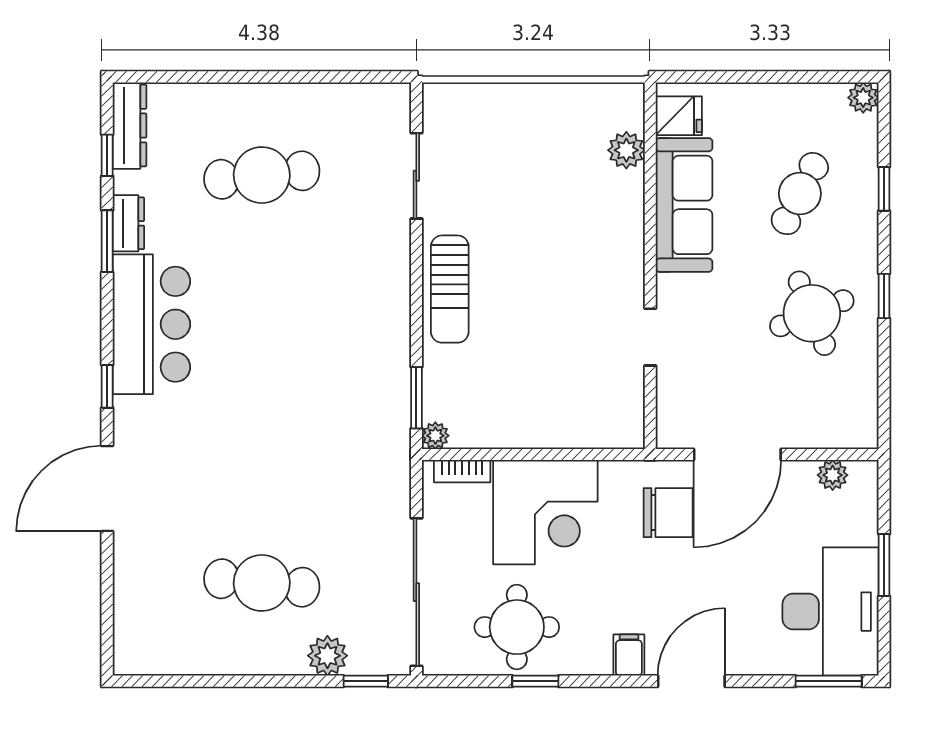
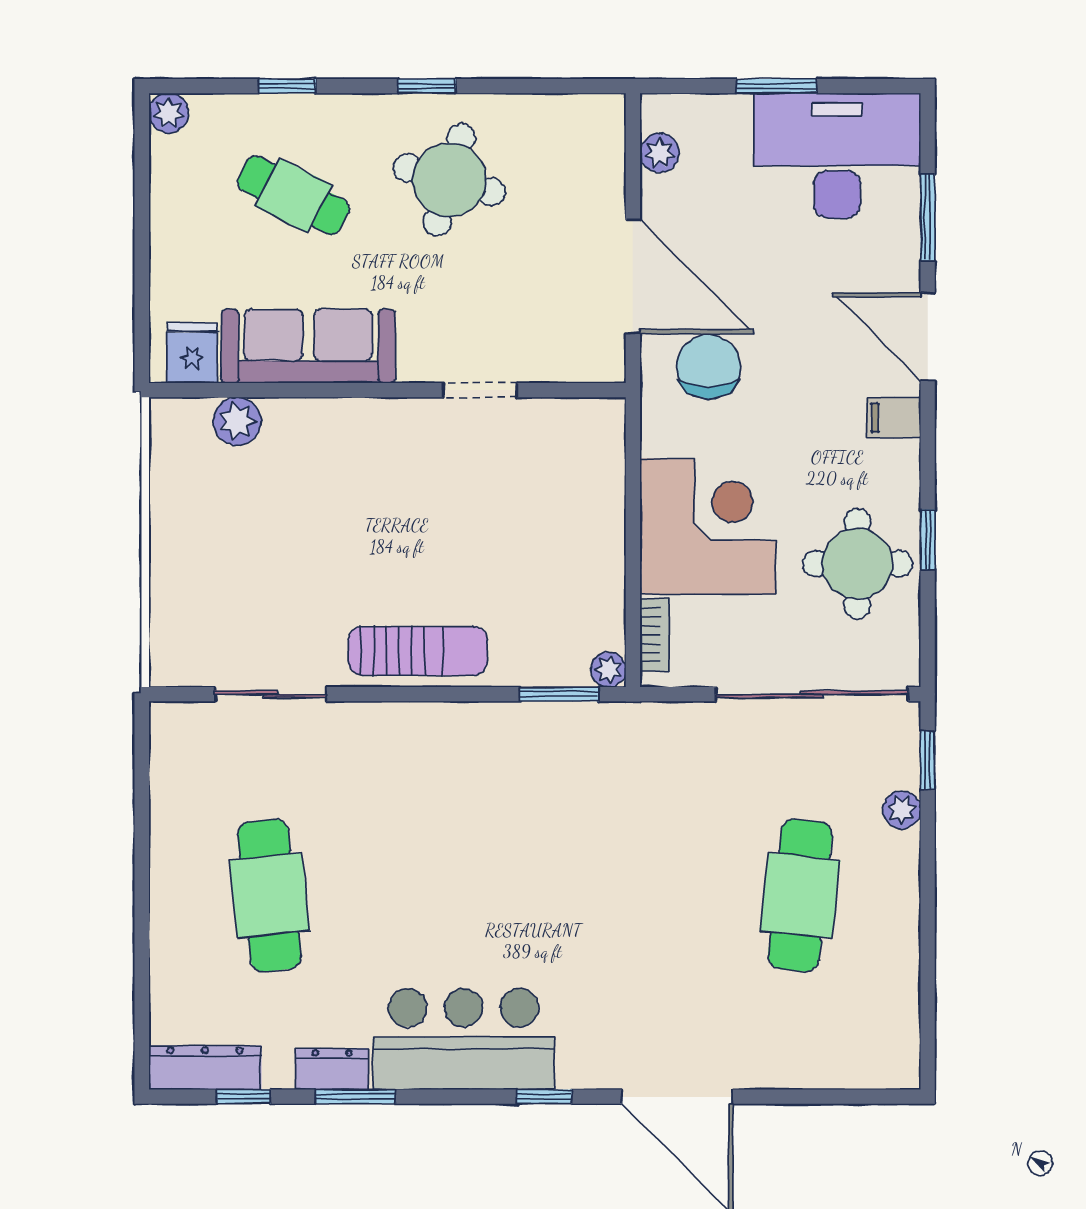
round table: (812, 313) -> (449, 180), turned 38
plant: (327, 656) -> (902, 810), width x0.73, depth x0.73
window: (829, 681) -> (928, 217), moved

